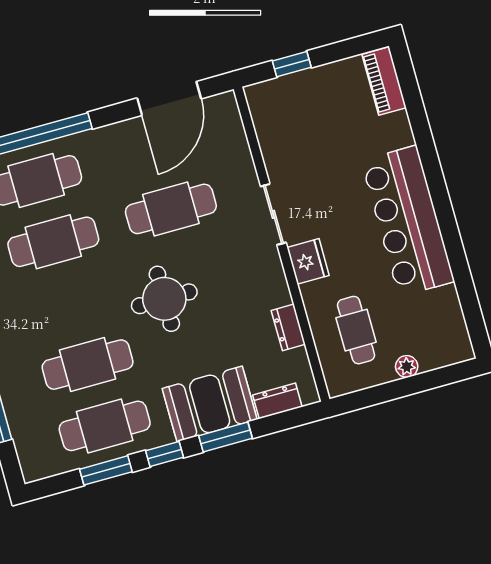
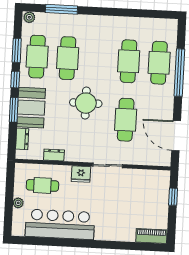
bar counter: (408, 221) -> (60, 224), moved
plant: (32, 467) -> (29, 17), added

